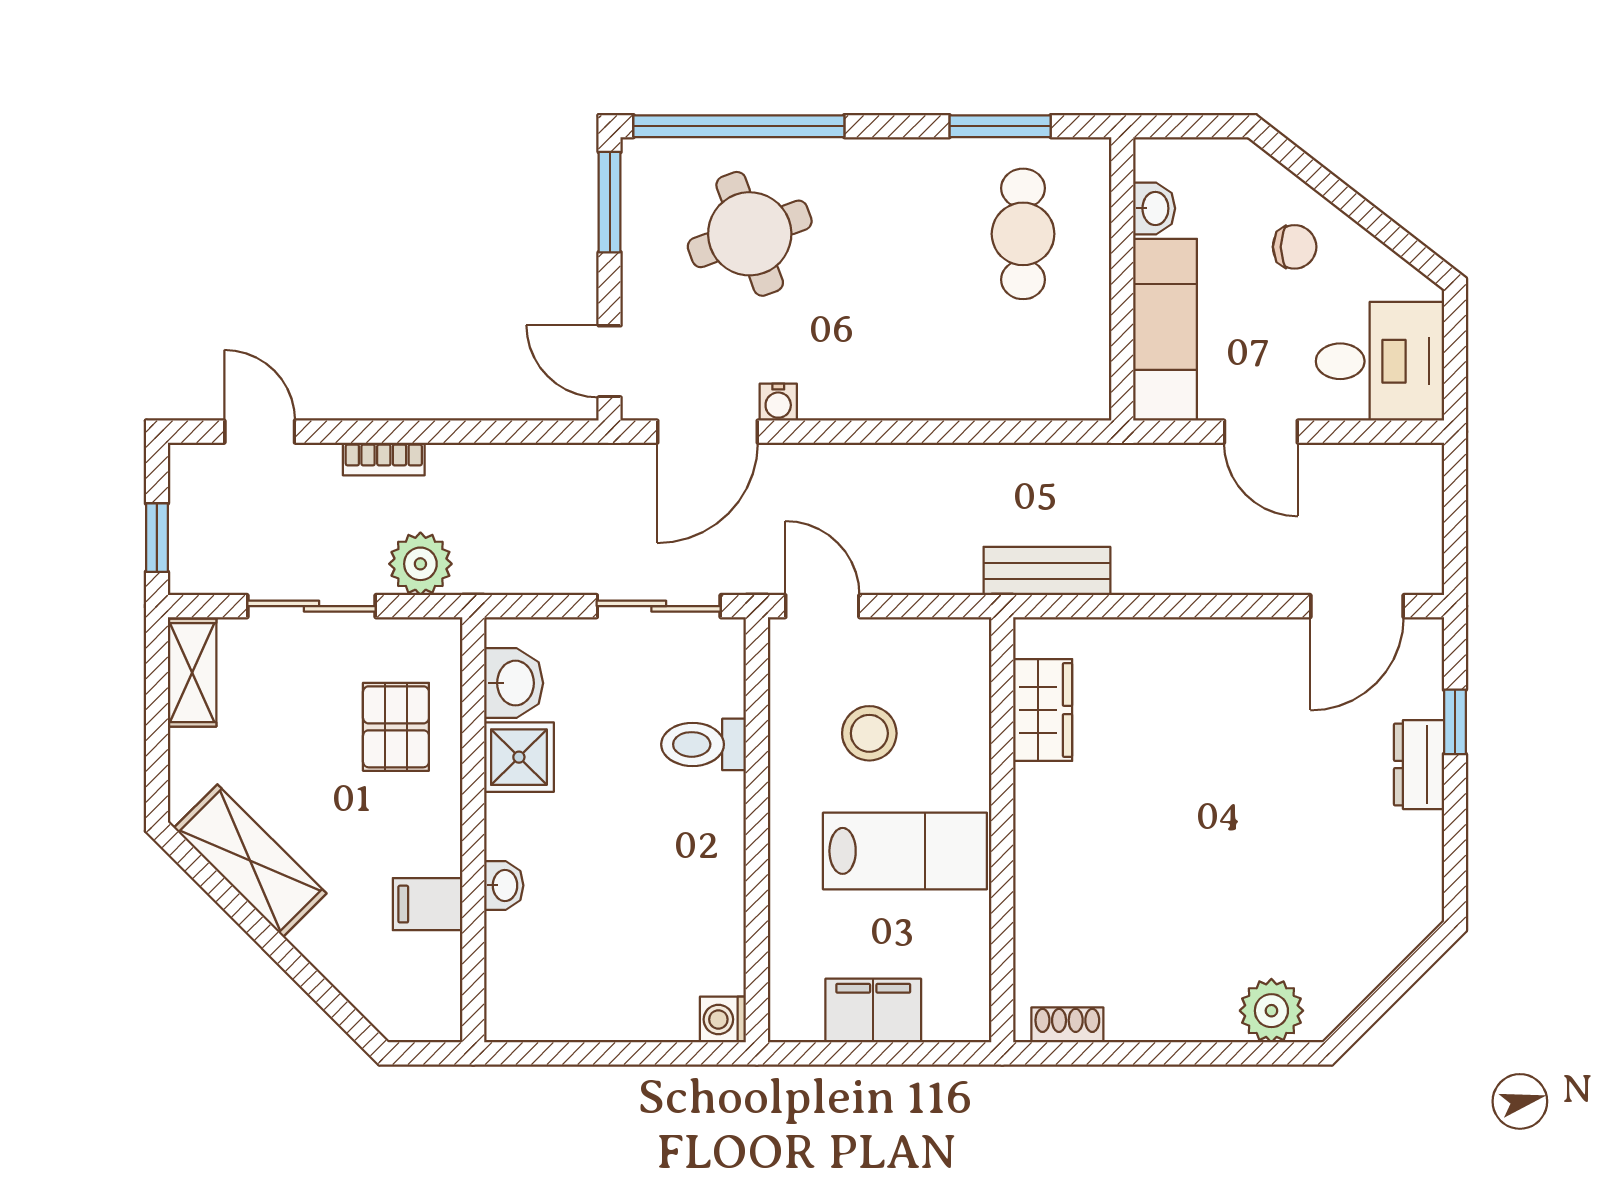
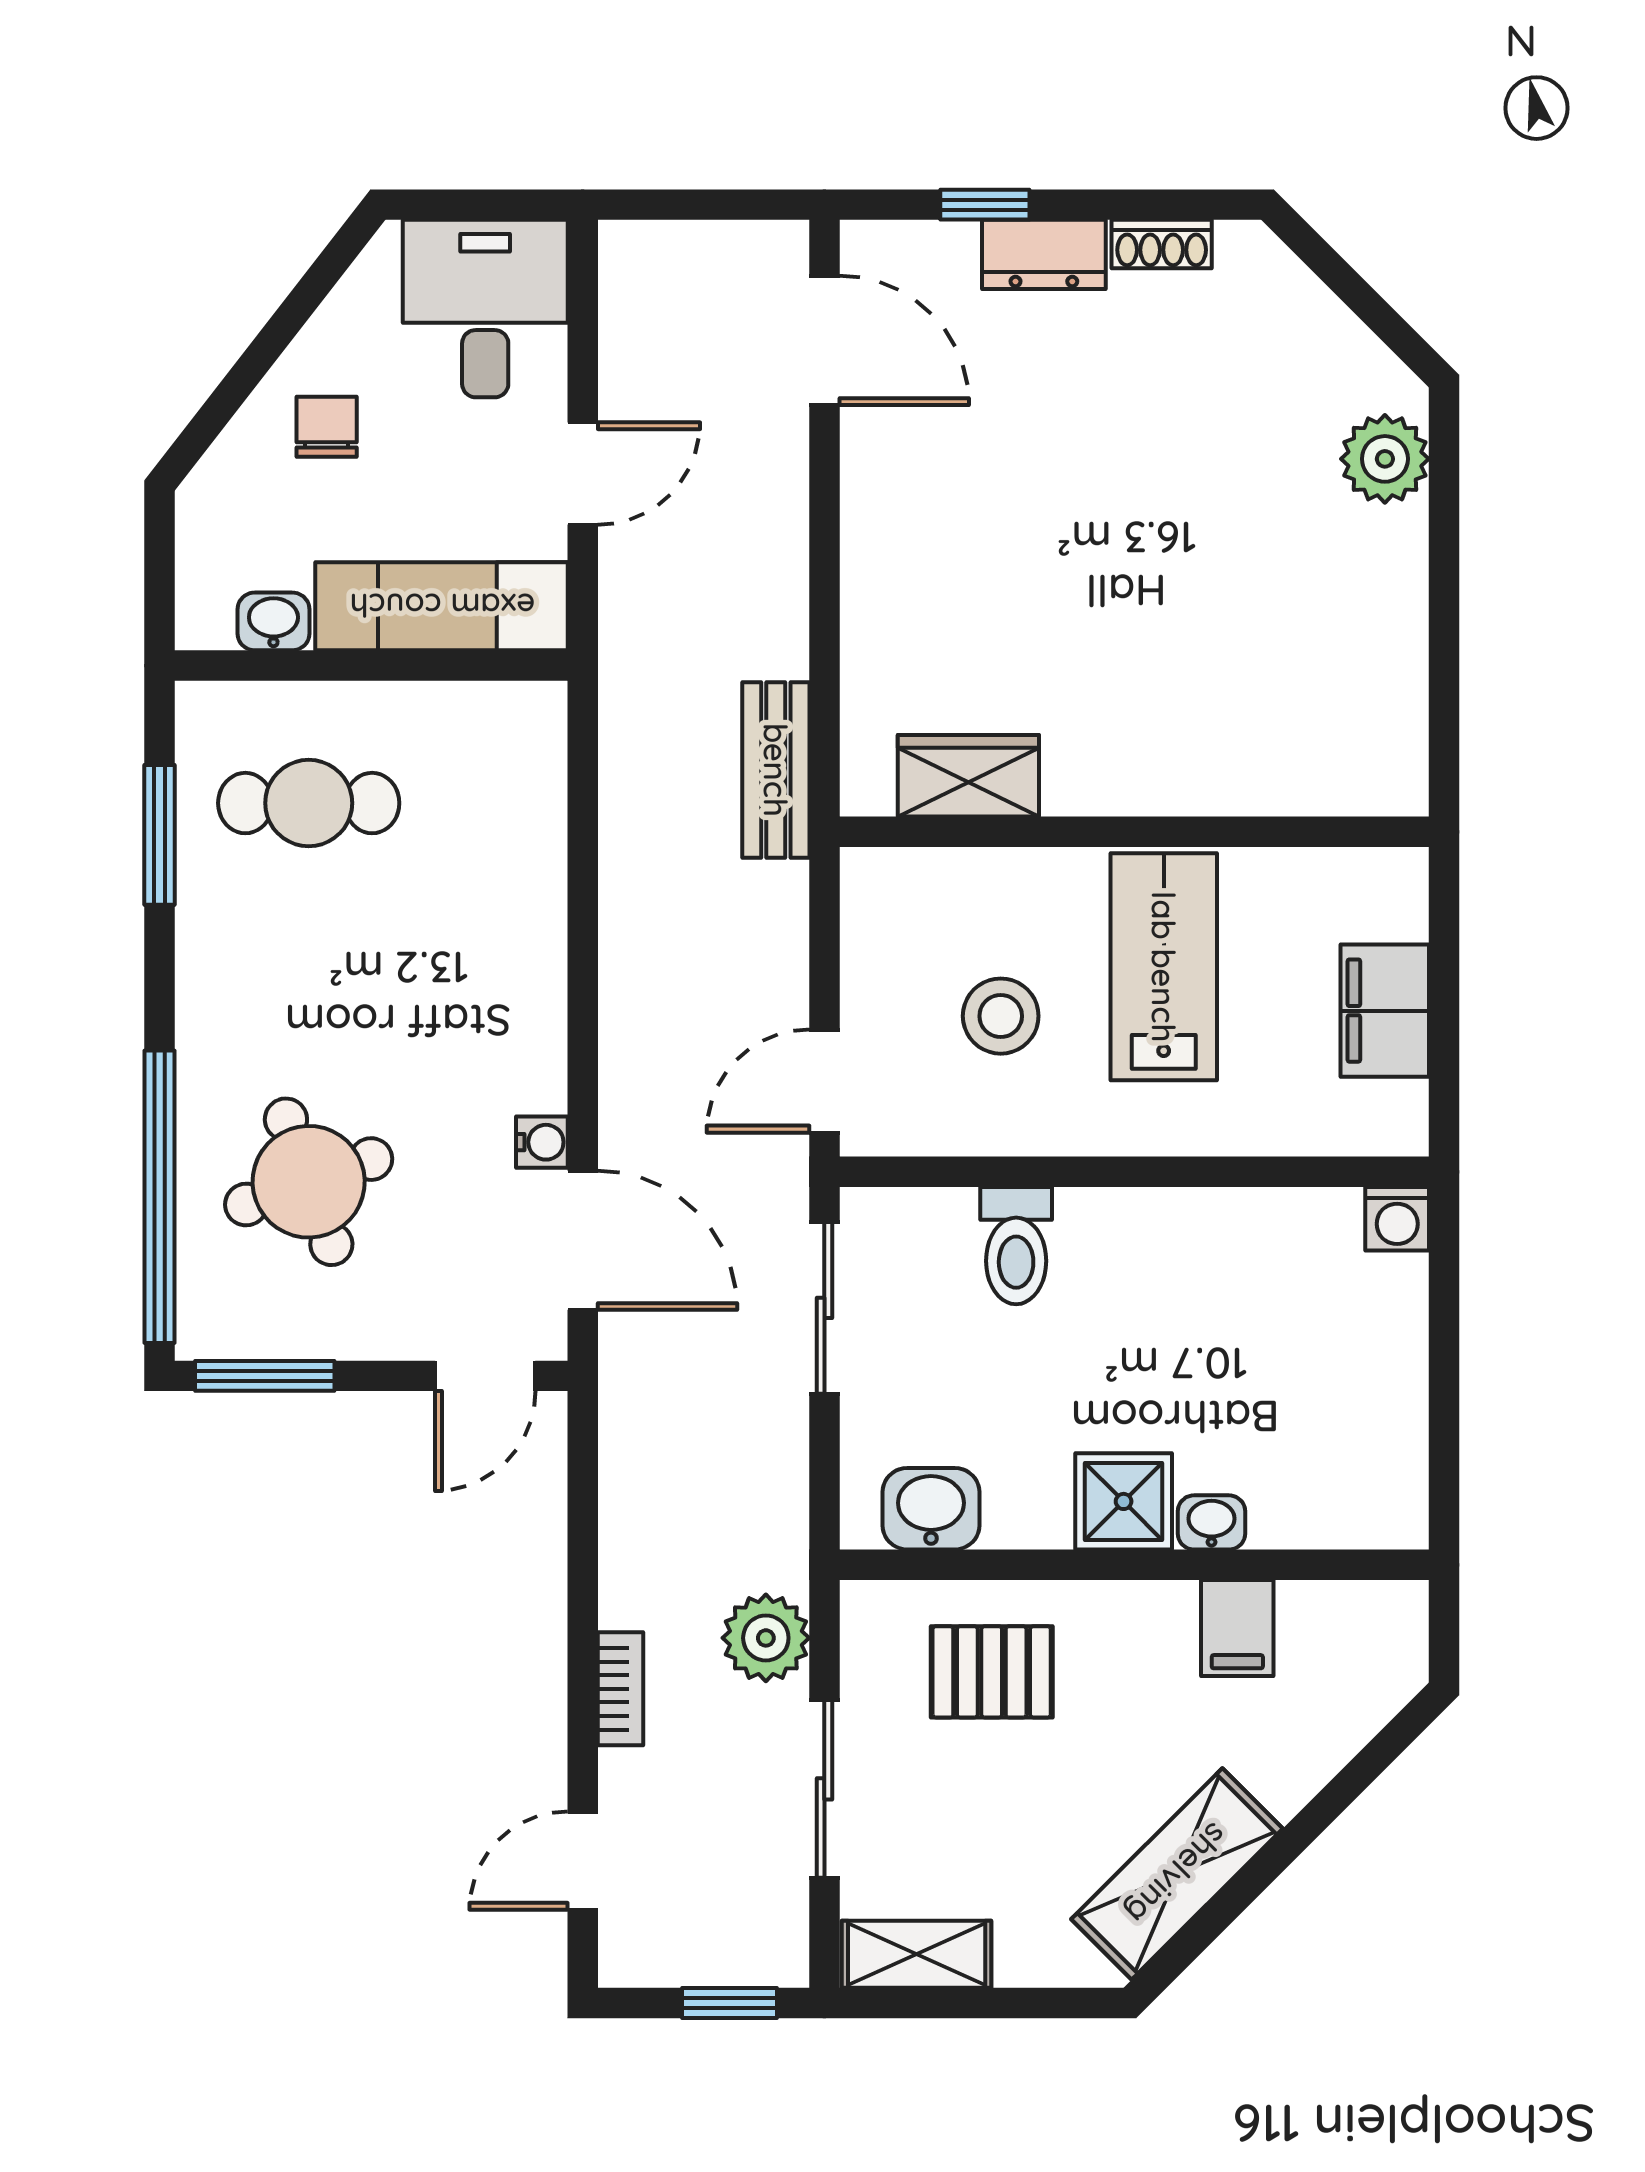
shower: (519, 757) -> (1124, 1501), moved
shoe rack: (1067, 1025) -> (1162, 244), moved, turned -90

